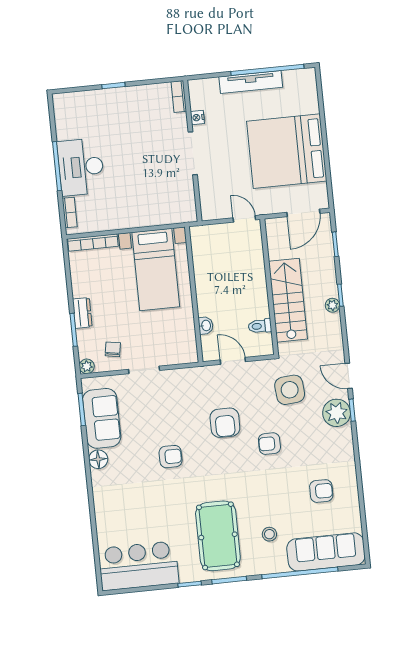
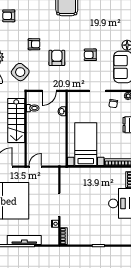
door: (244, 219) -> (35, 167), swing flipped
door: (233, 361) -> (49, 91), hinge flipped
side table: (290, 390) -> (20, 72), turned 45
armchair: (171, 457) -> (90, 55), moved

